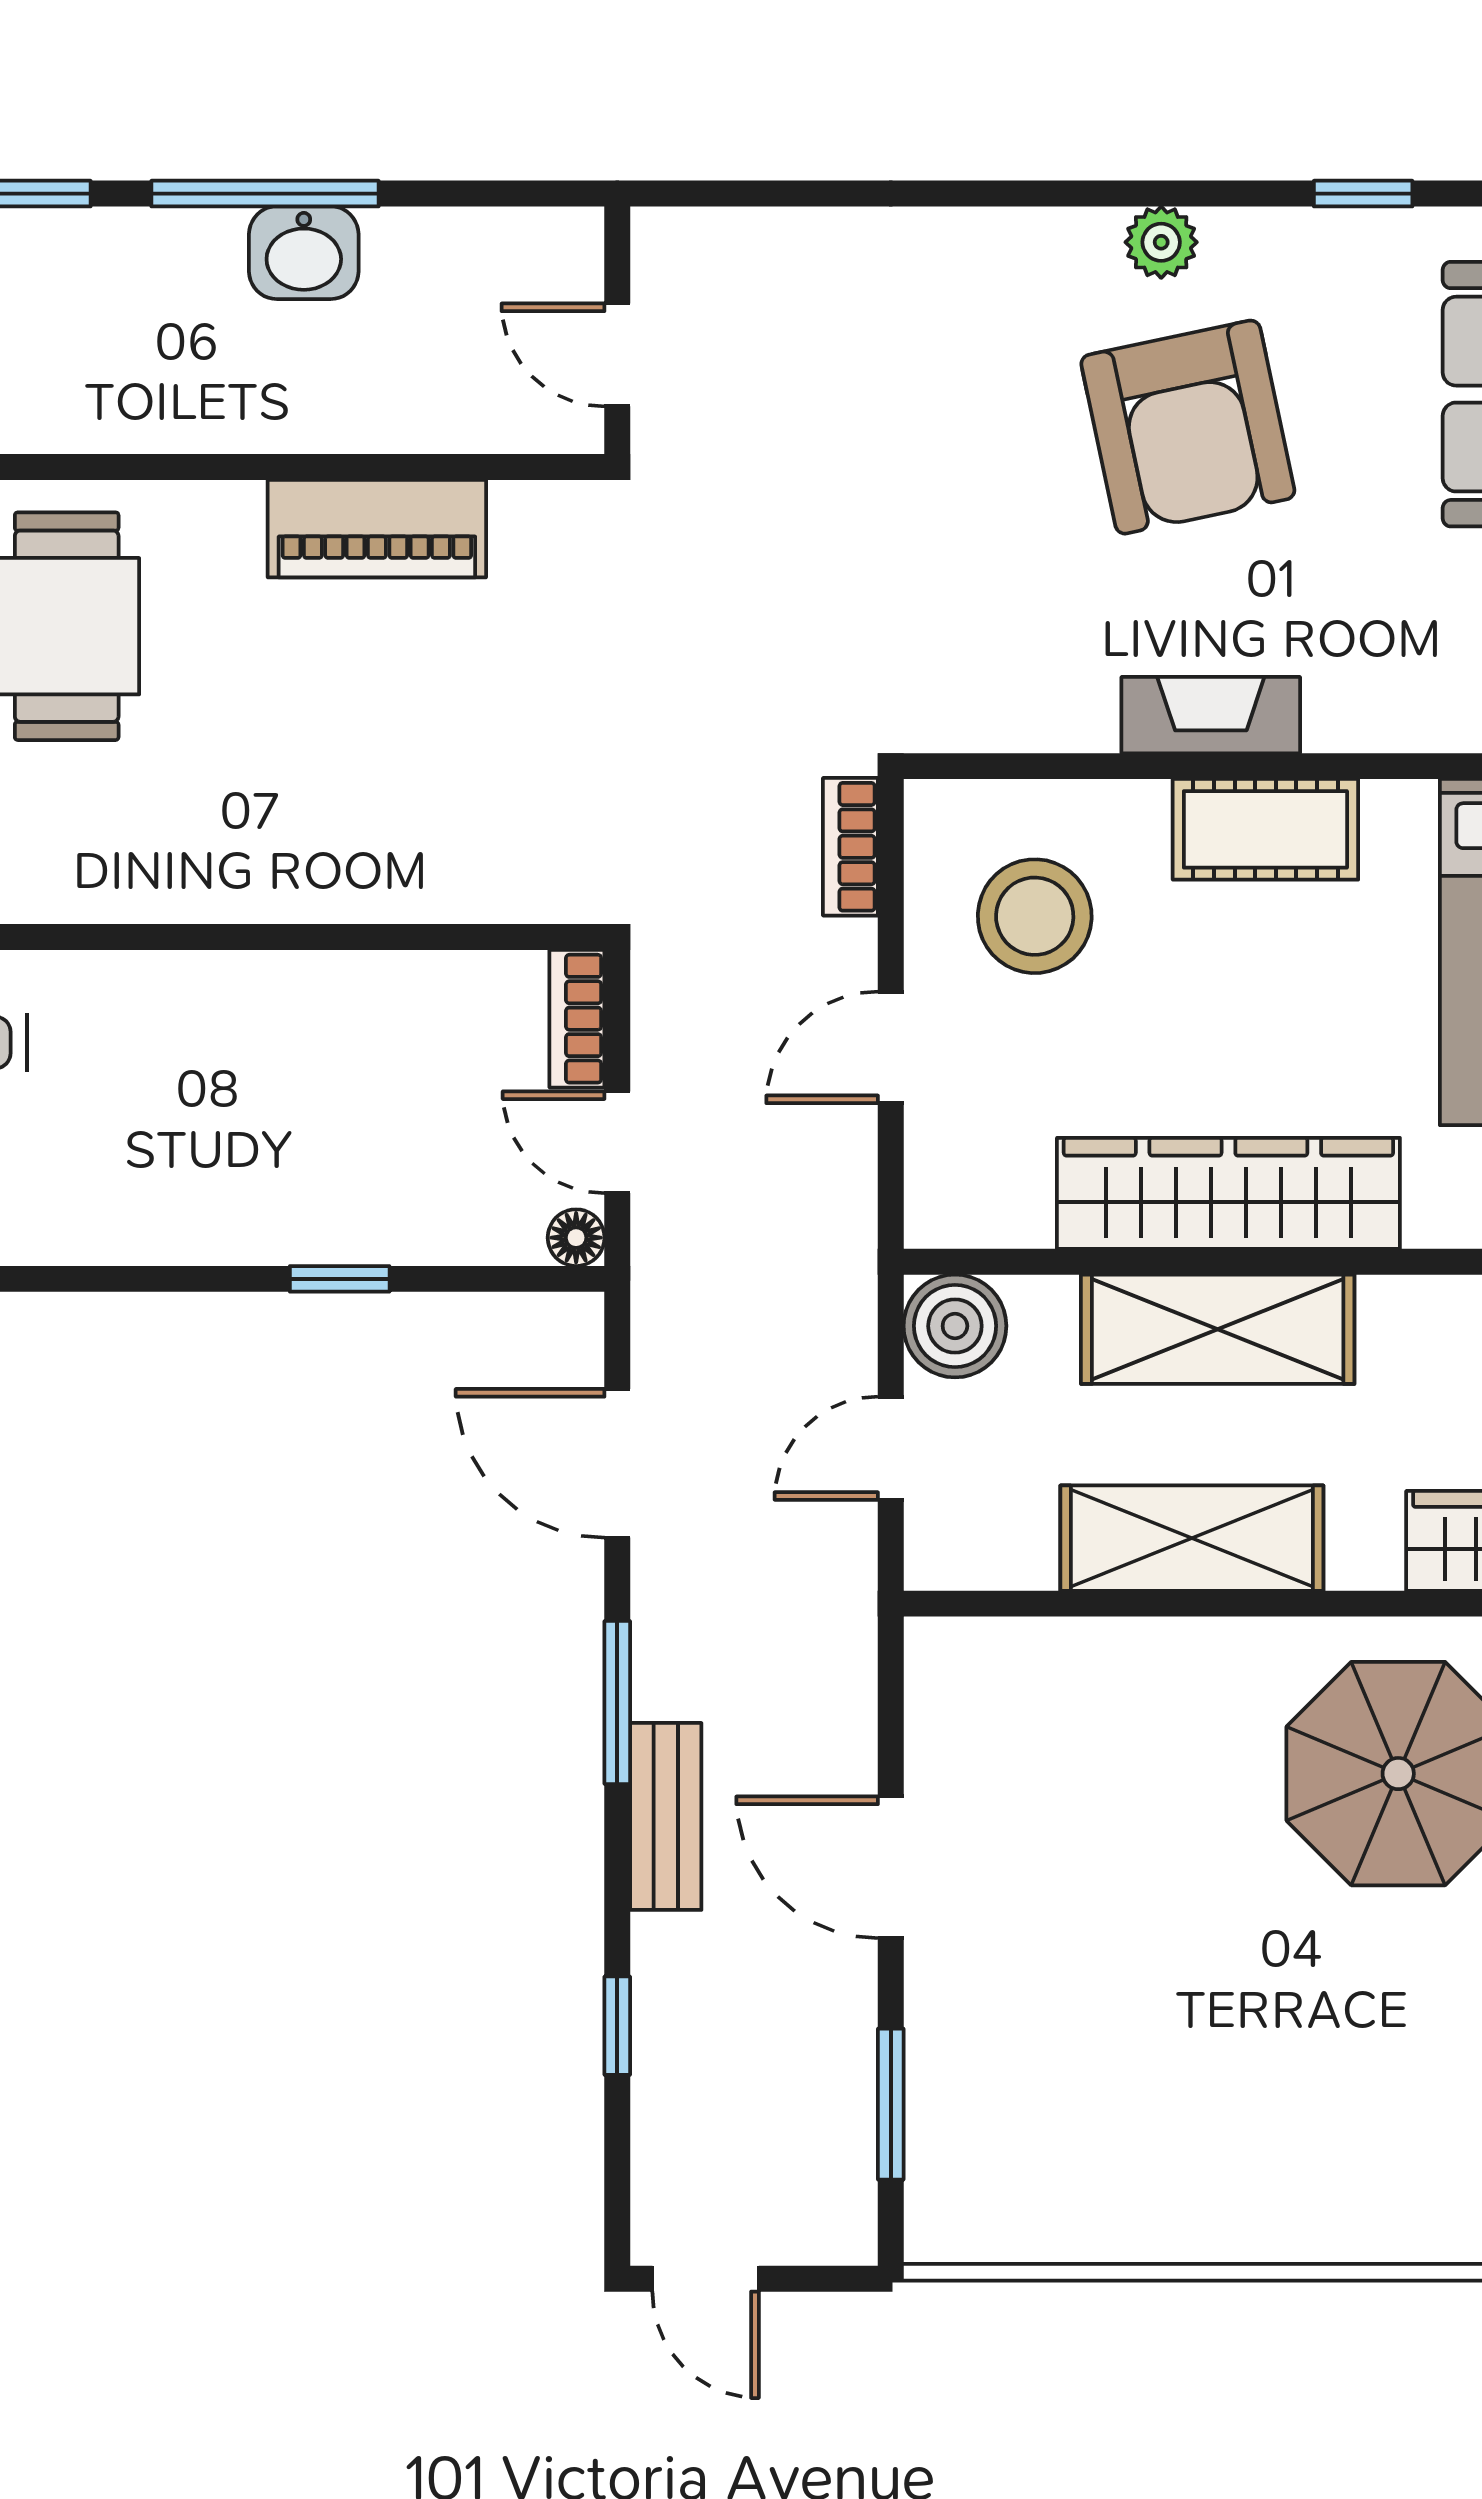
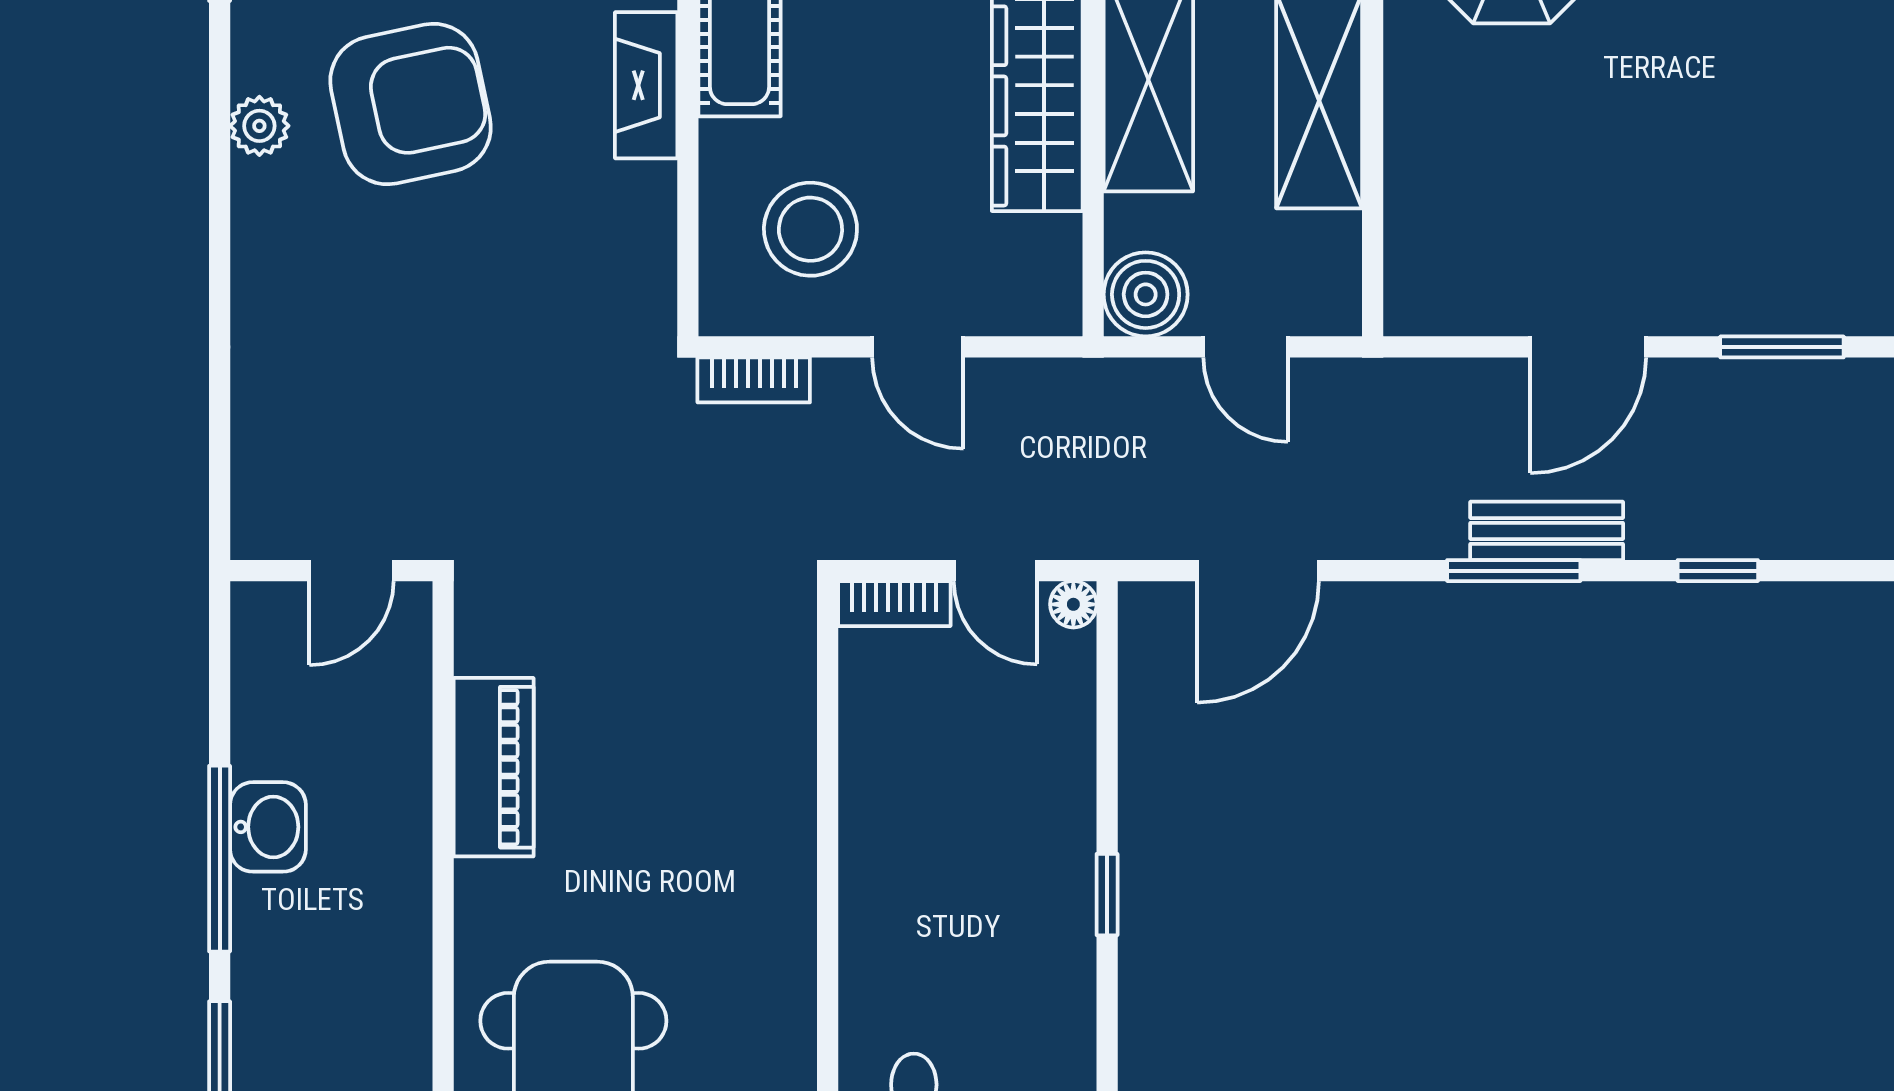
door: (617, 1142) -> (995, 571), hinge flipped
window: (340, 1279) -> (1107, 895), moved
window: (617, 1702) -> (1514, 571), moved

